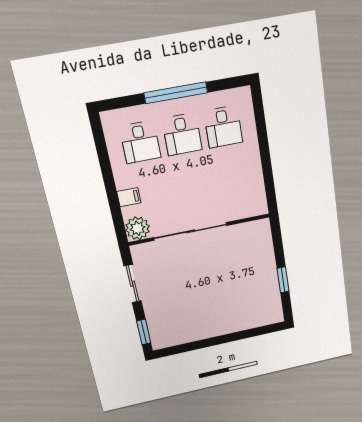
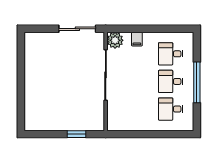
window: (283, 280) -> (77, 134), moved
sliding door: (133, 284) -> (77, 29), width x1.37
window: (144, 332) -> (40, 29), removed

